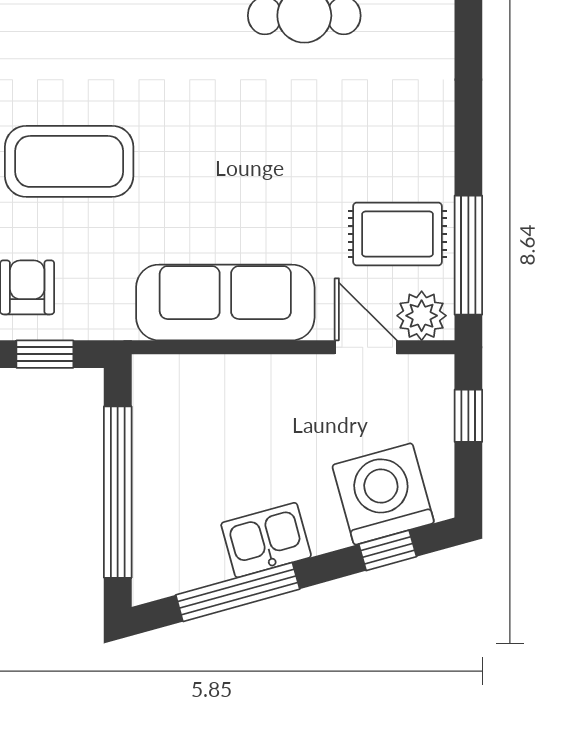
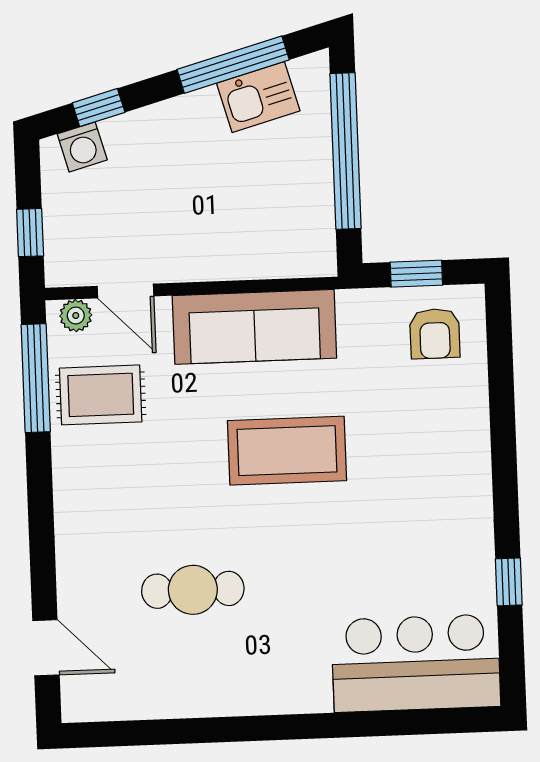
coffee table: (69, 161) -> (287, 451), moved
plant: (422, 316) -> (76, 316), width x0.73, depth x0.73
washing machine: (383, 494) -> (82, 147), width x0.53, depth x0.53
kitchen sink: (266, 540) -> (258, 97), moved

